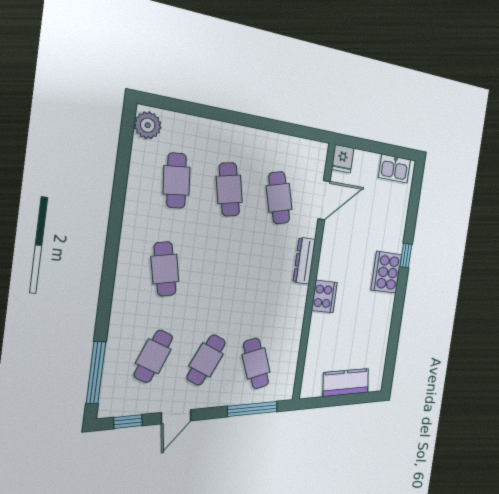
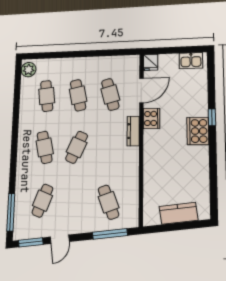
cooker: (324, 296) -> (152, 118), moved
cafe table: (206, 360) -> (77, 147), moved
window: (128, 422) -> (31, 242), width x1.50

